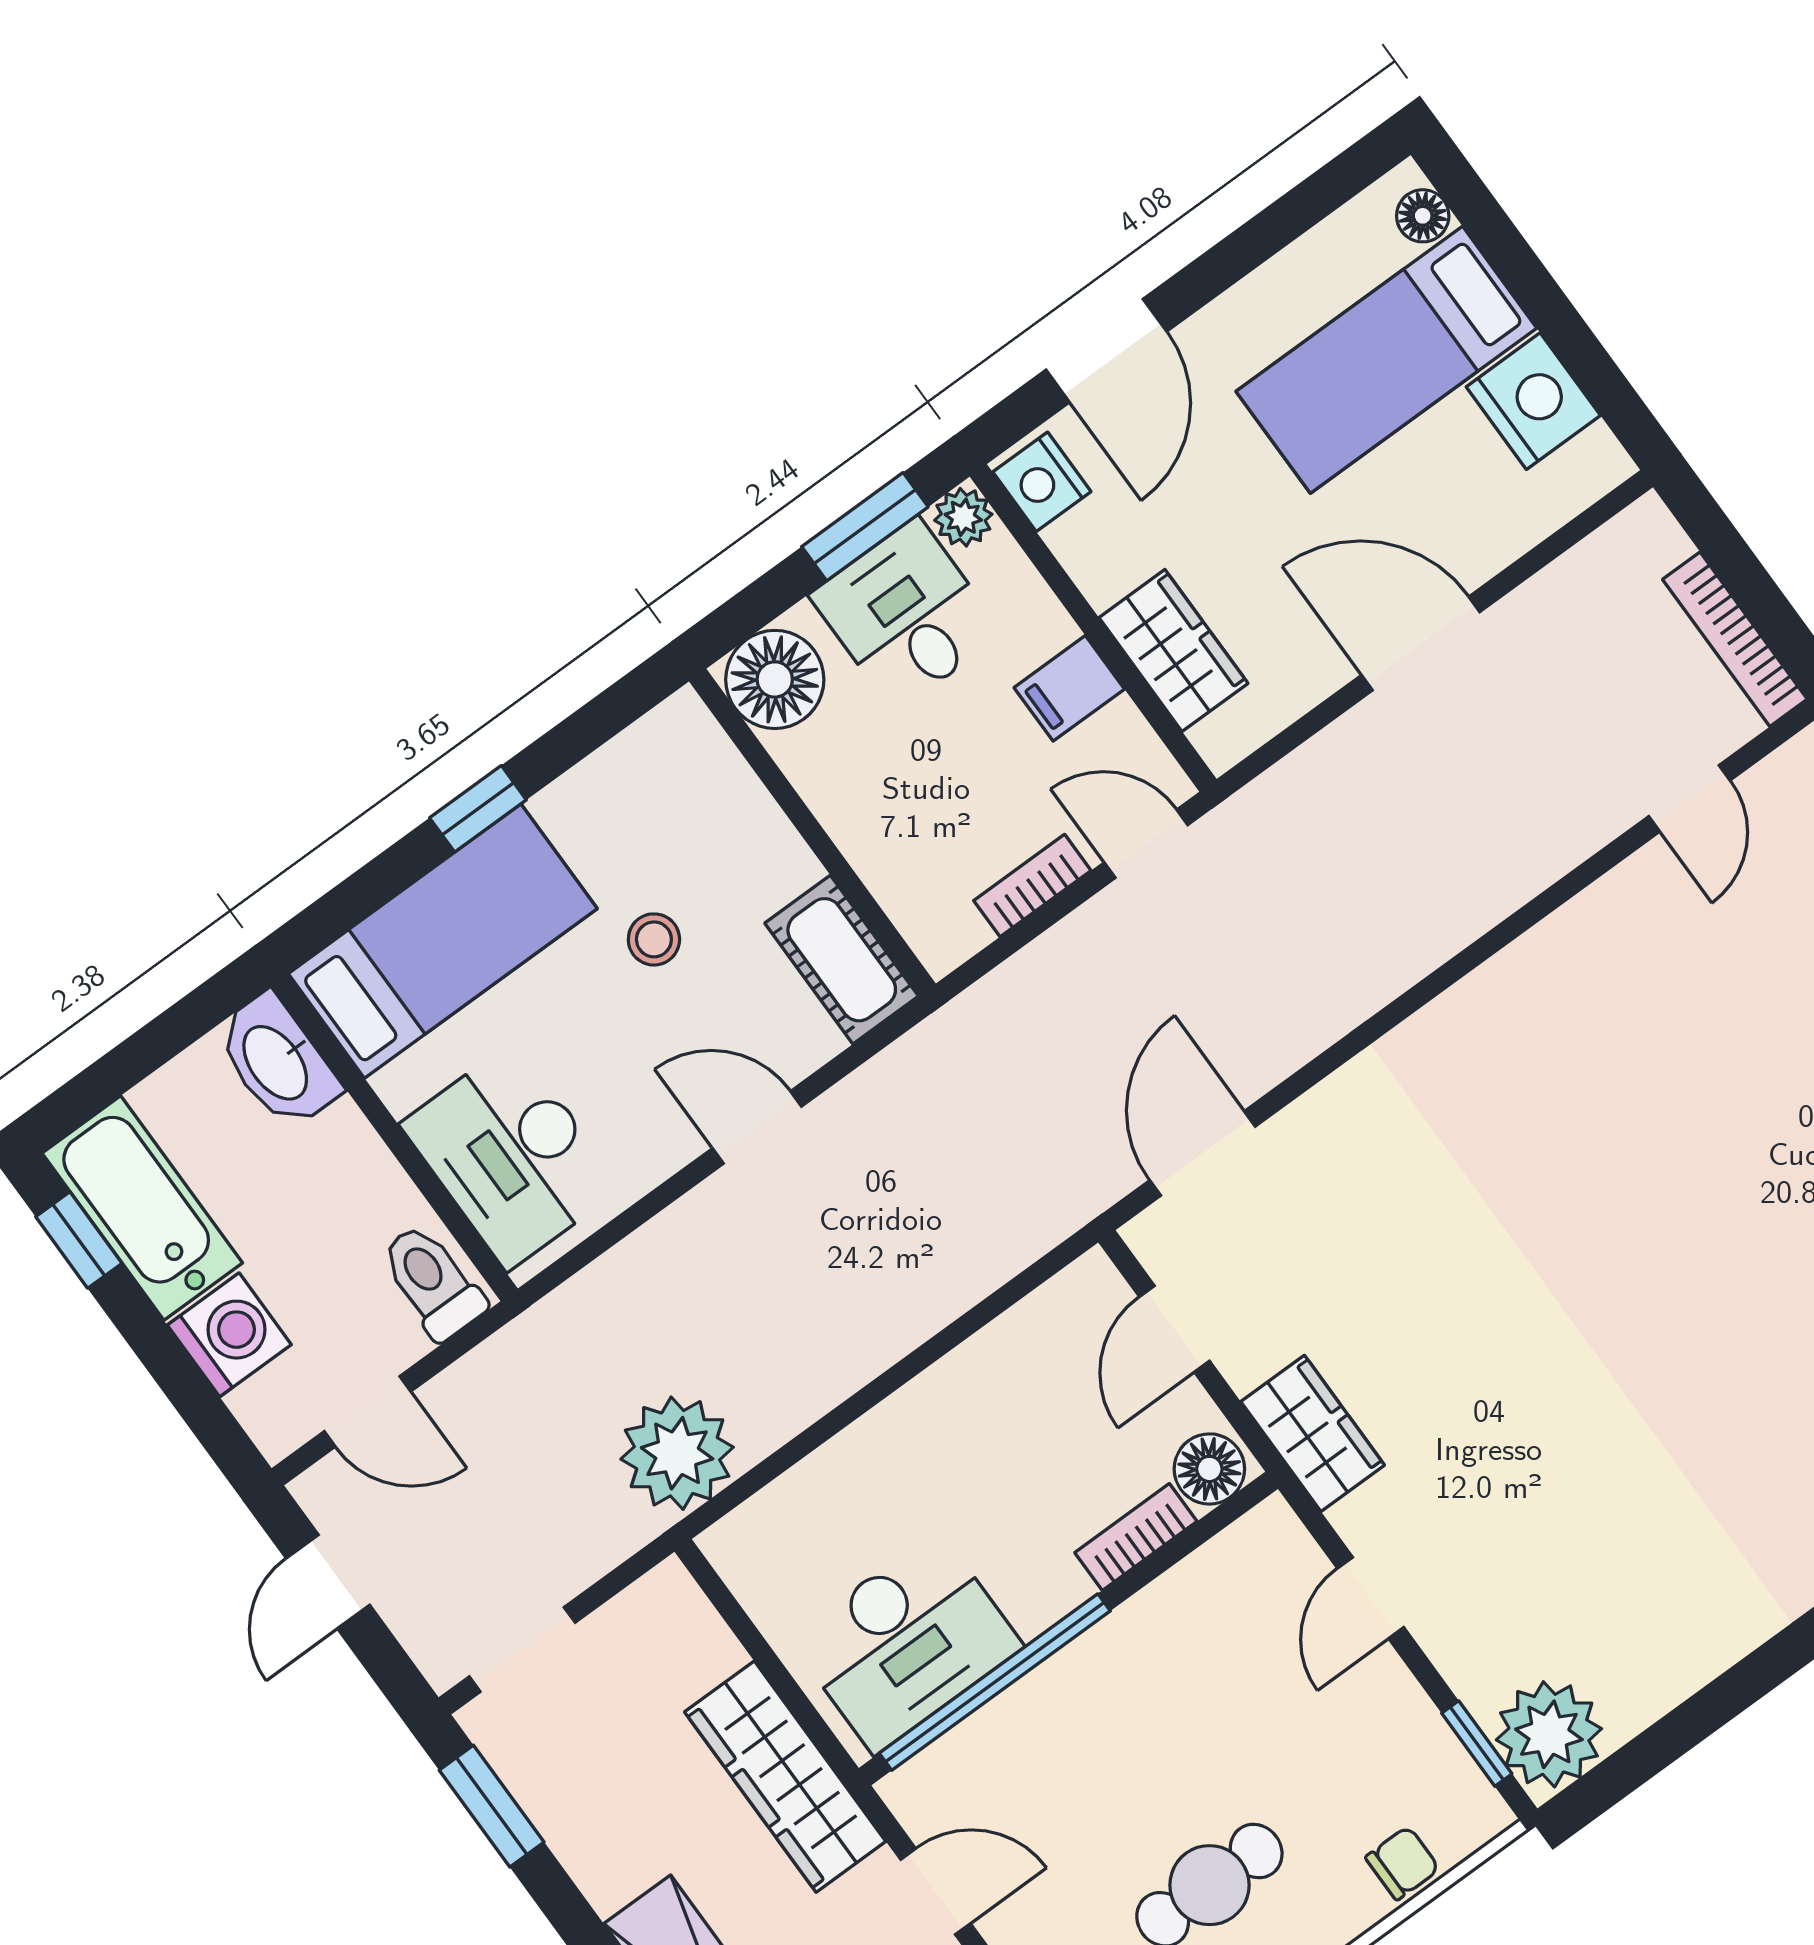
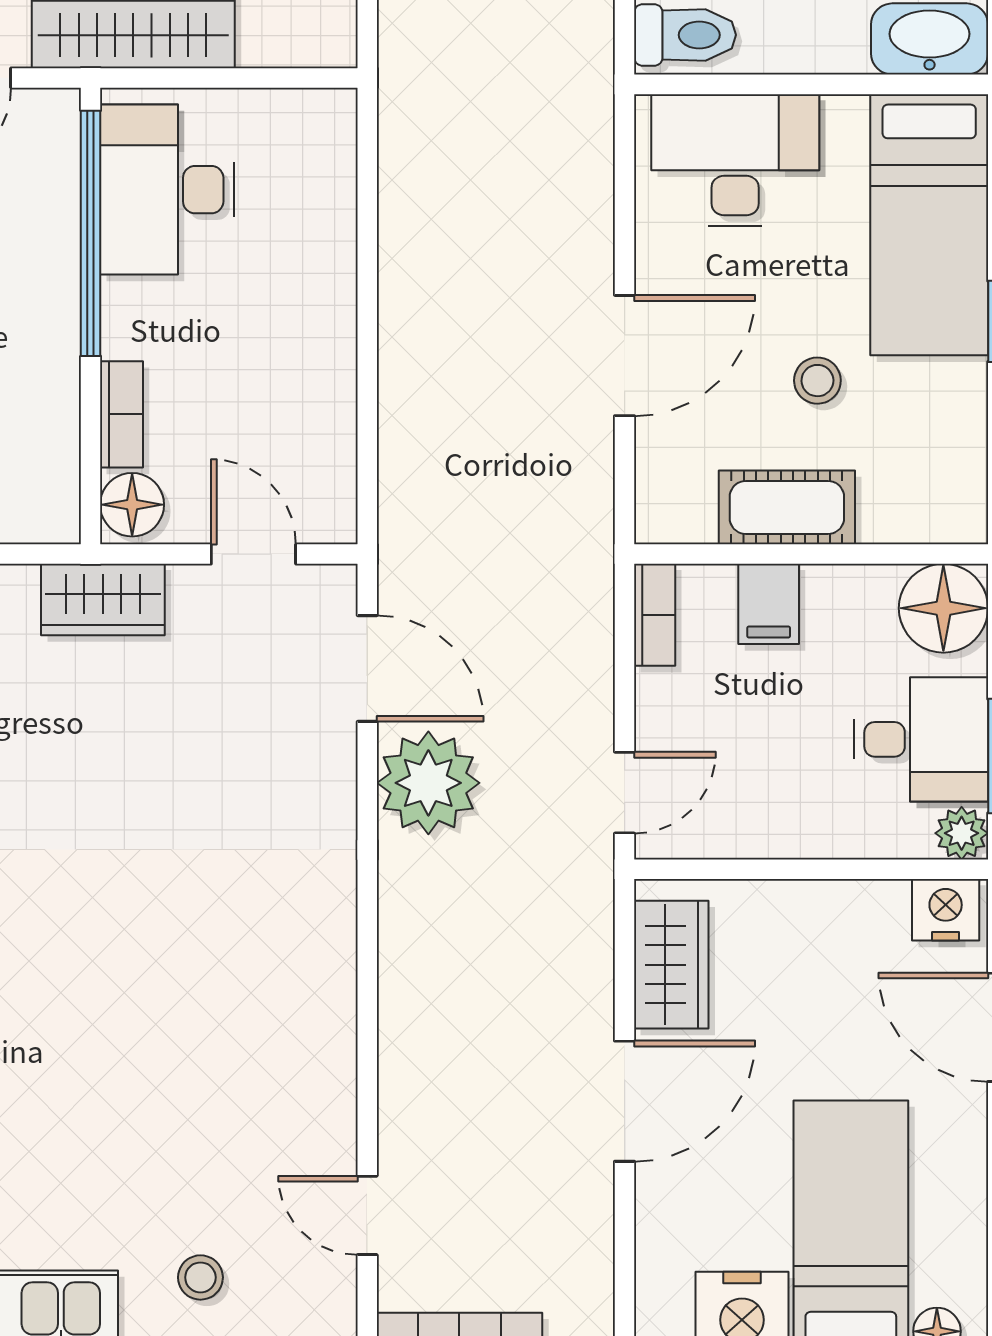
wardrobe: (1173, 650) -> (671, 965), moved, turned -90
filing cabinet: (1069, 688) -> (769, 604), moved, turned 180
bookcase: (1032, 886) -> (655, 615), moved
cot: (842, 960) -> (787, 507), moved
door: (757, 1127) -> (625, 356), width x1.38
plant: (677, 1453) -> (428, 783), moved

